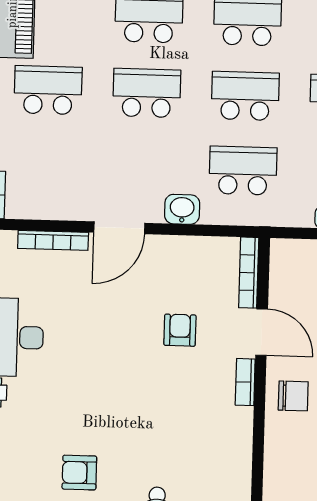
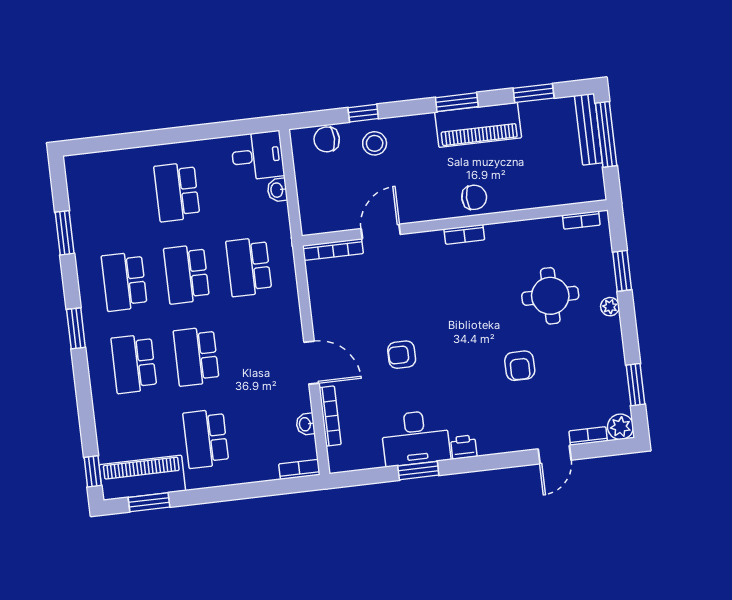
washbasin: (182, 209) -> (305, 424), moved, width x0.72, depth x0.69
armchair: (180, 330) -> (402, 355), moved
bookcase: (245, 382) -> (464, 234), moved
chair: (293, 396) -> (474, 197), moved, turned 90

